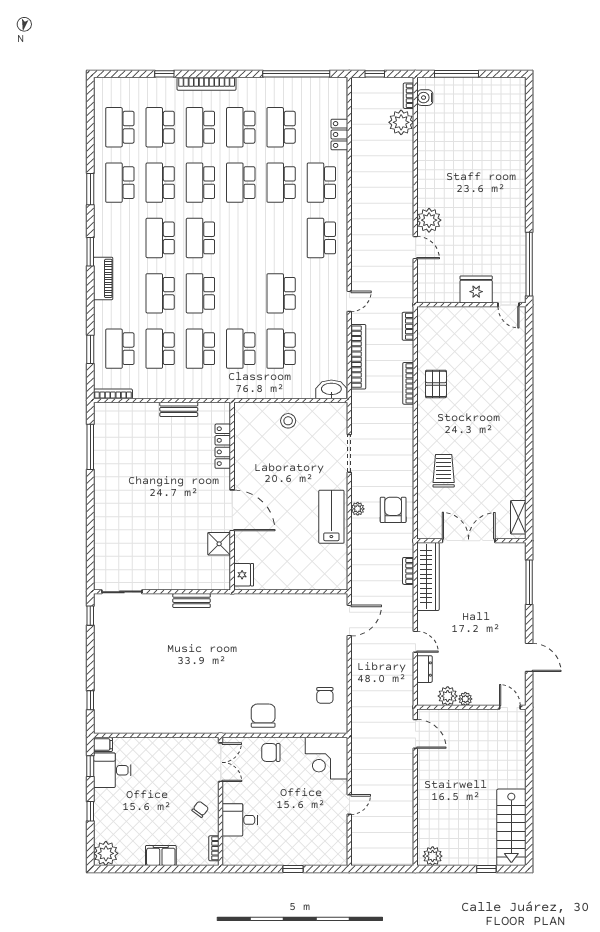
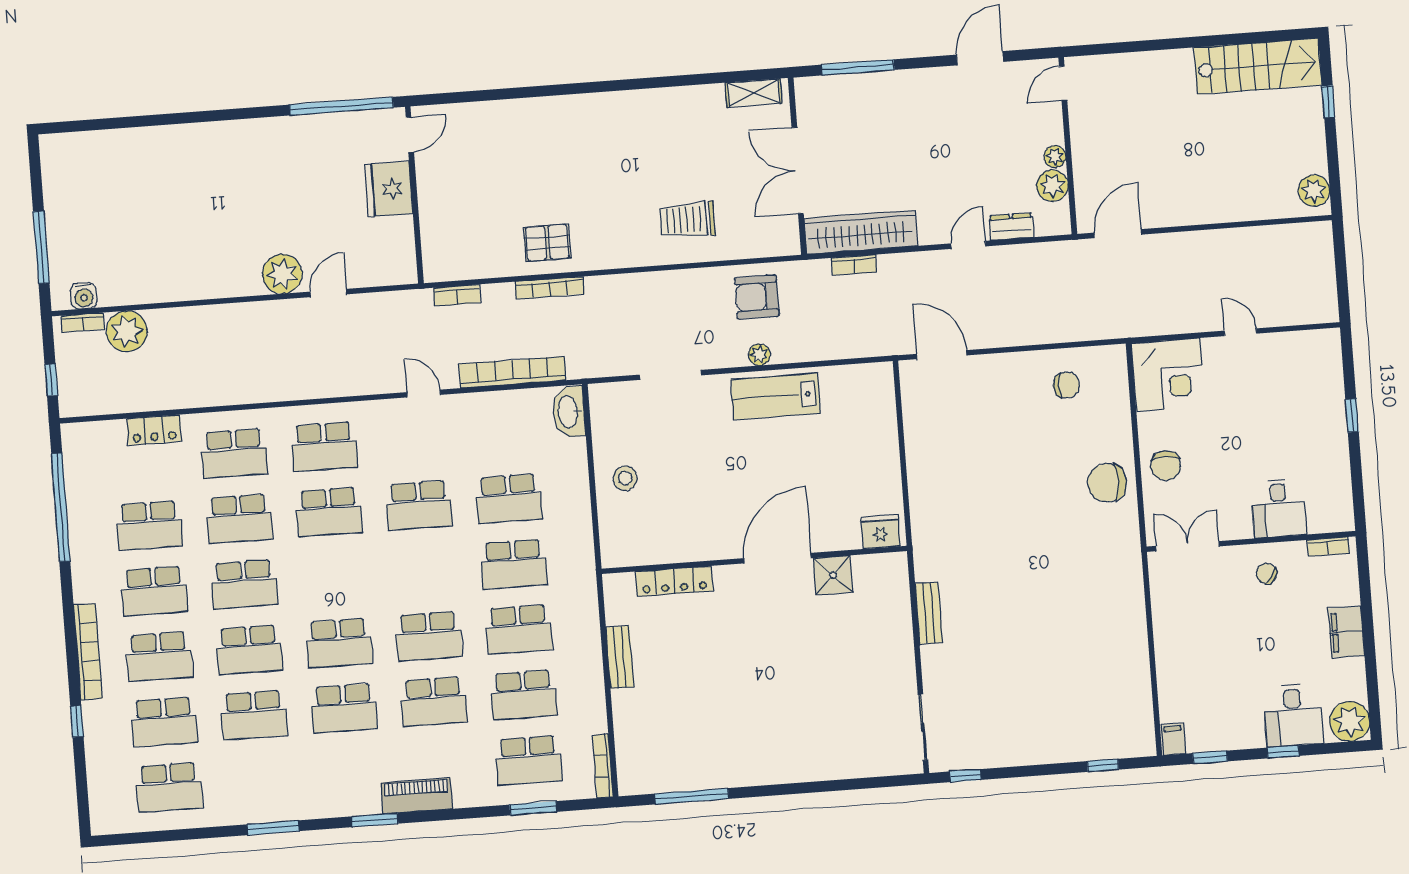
school desk: (120, 183) -> (329, 512), moved
desk: (112, 770) -> (1293, 715), moved

